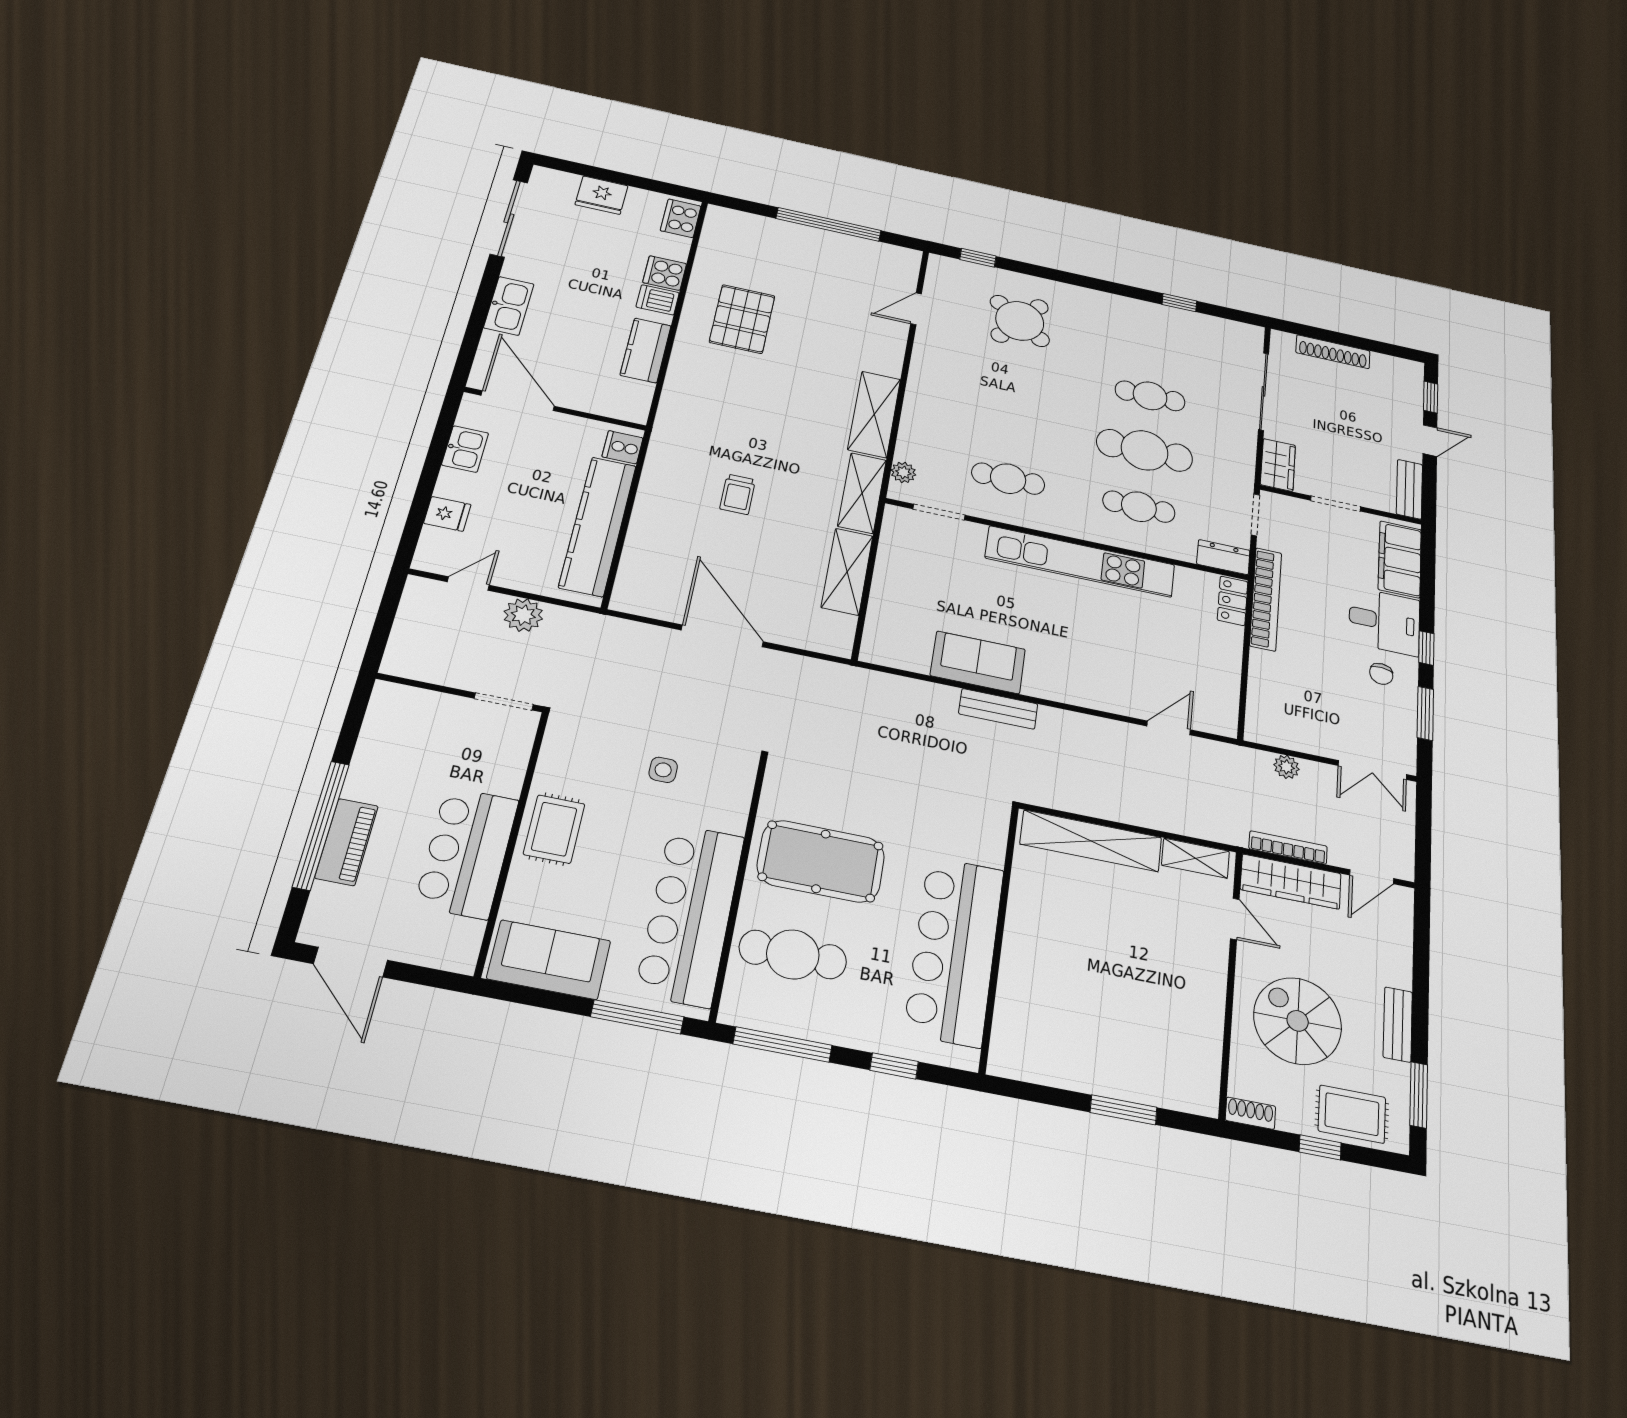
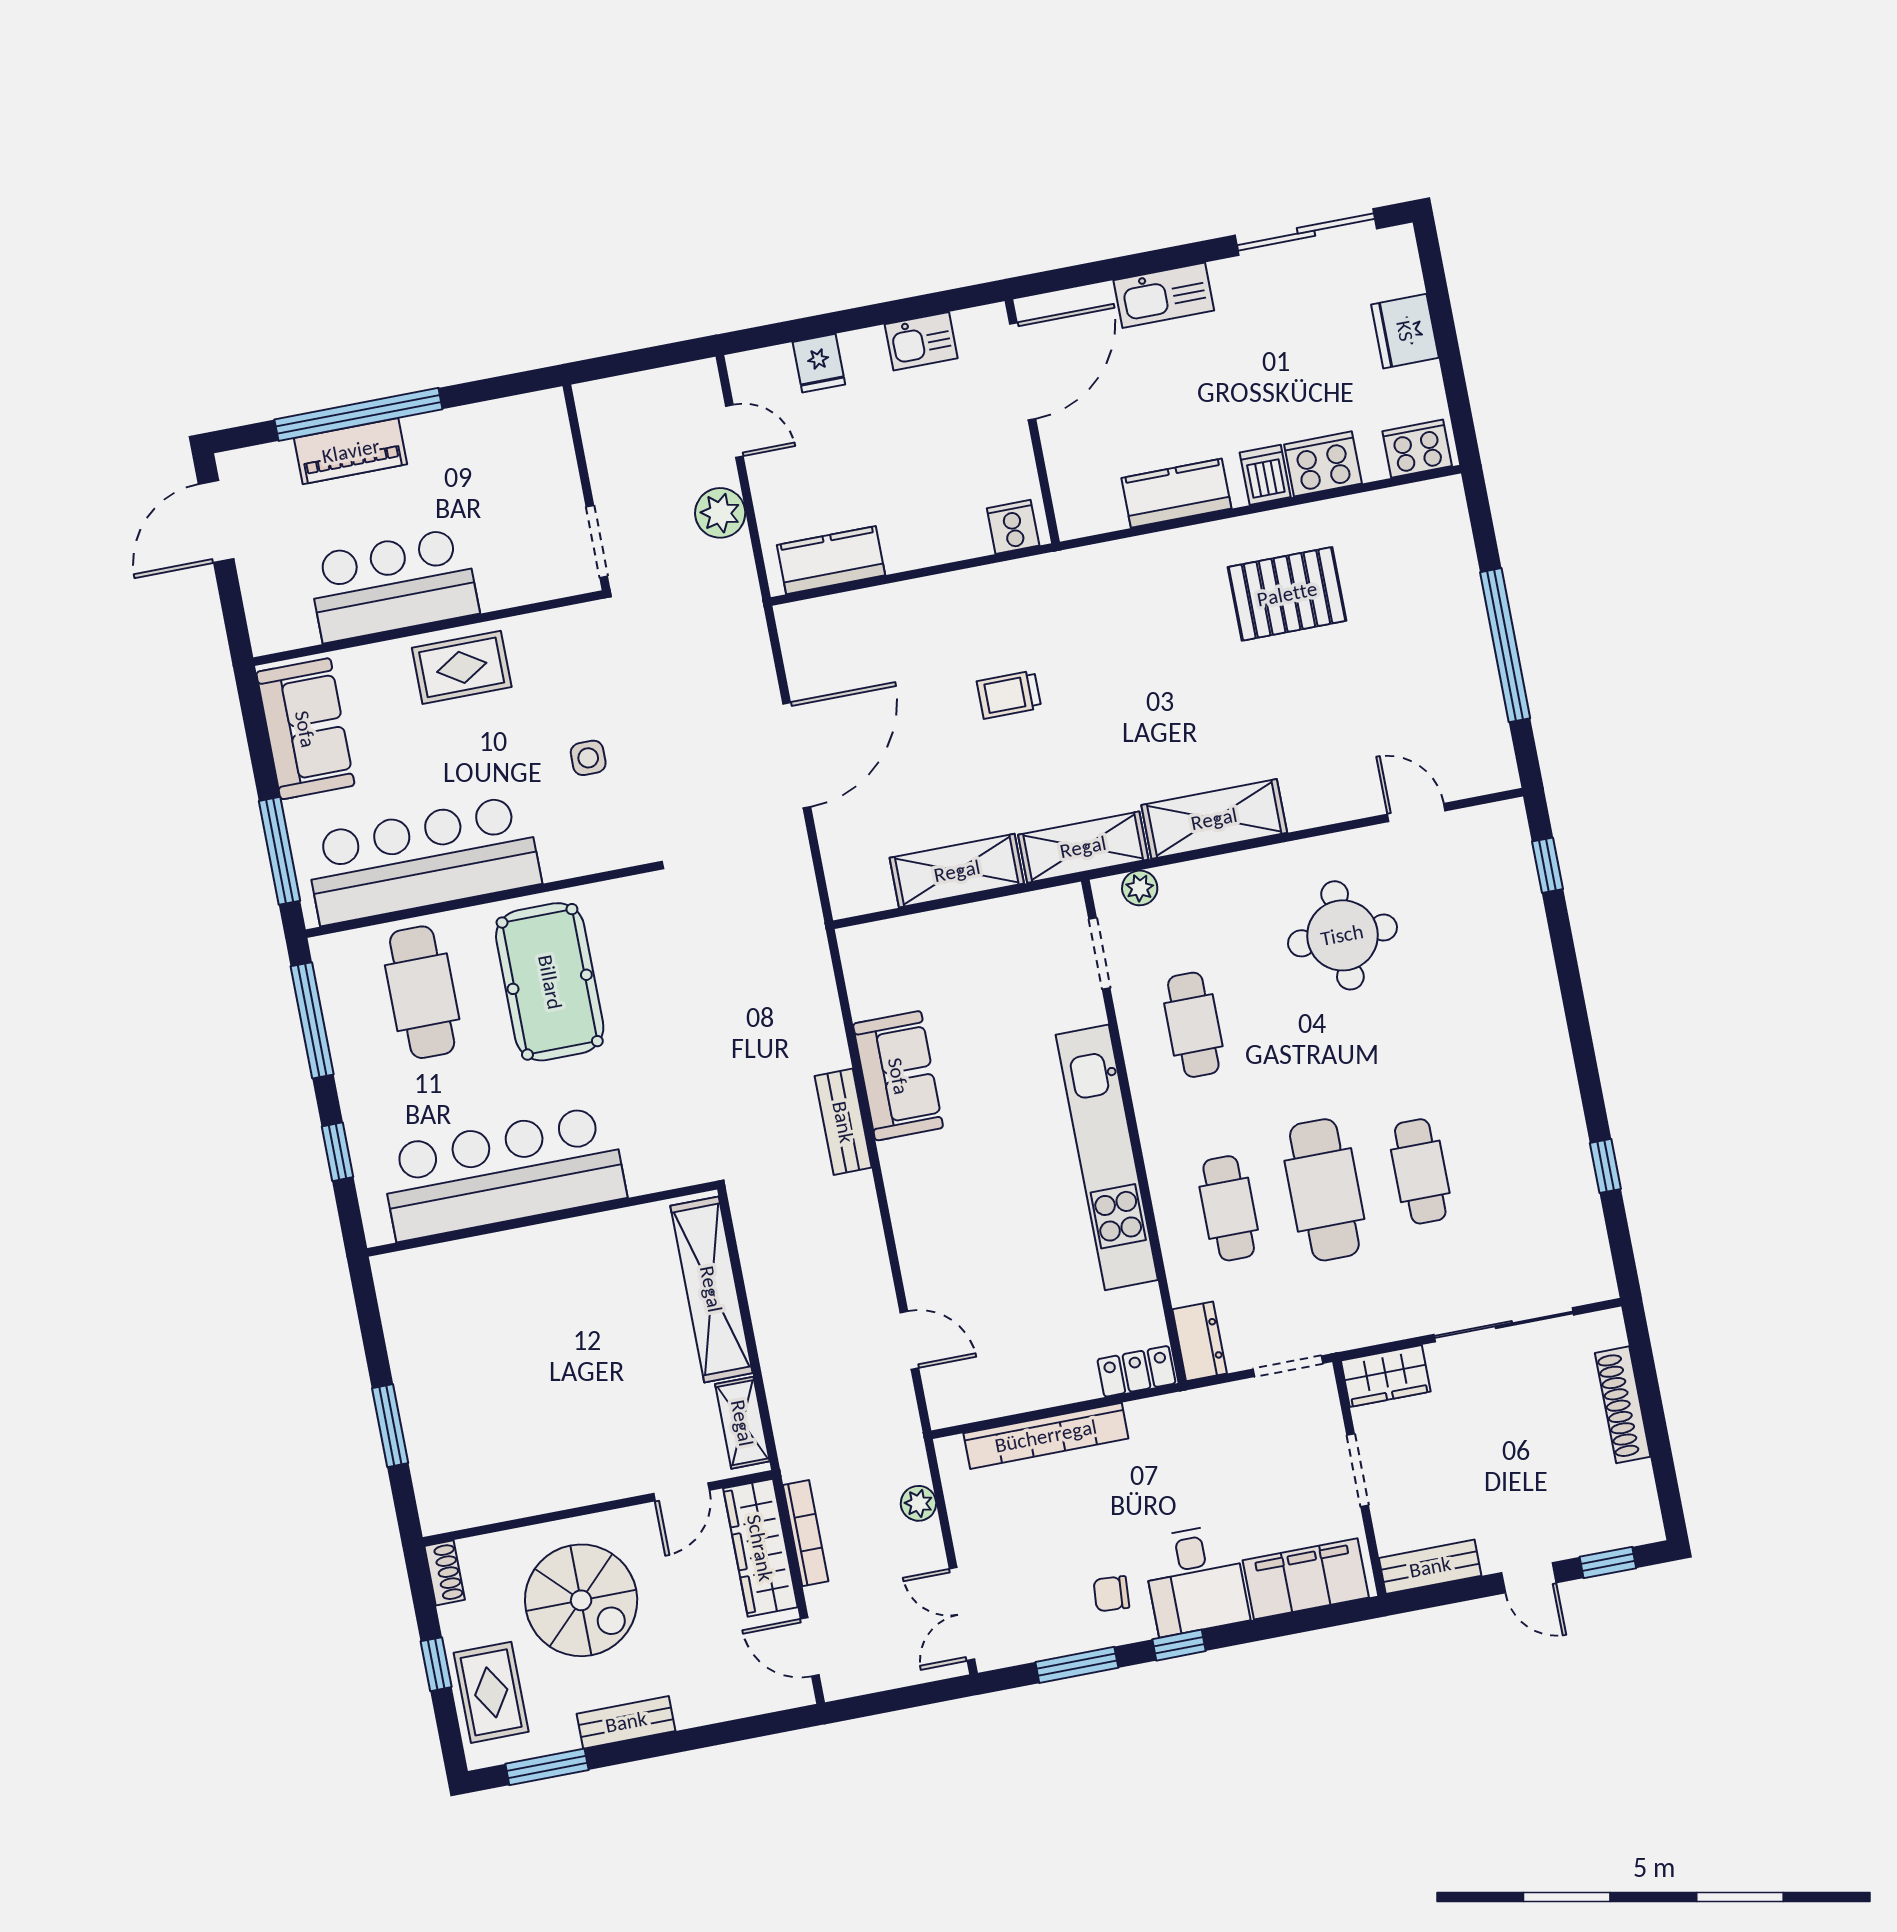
cooker: (665, 273) -> (1323, 464), width x1.36
round table: (1020, 321) -> (1342, 935), moved, turned -37
kitchen counter: (598, 526) -> (831, 560), width x0.48, depth x0.86
bookcase: (1266, 599) -> (1046, 1436), moved
spiral stairs: (1298, 1021) -> (581, 1600), turned 90

